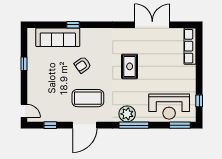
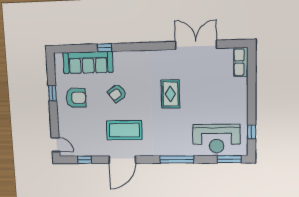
row of seats: (190, 46) -> (241, 62), width x0.68
armchair: (45, 68) -> (76, 98), added
plant: (127, 114) -> (169, 147), removed

